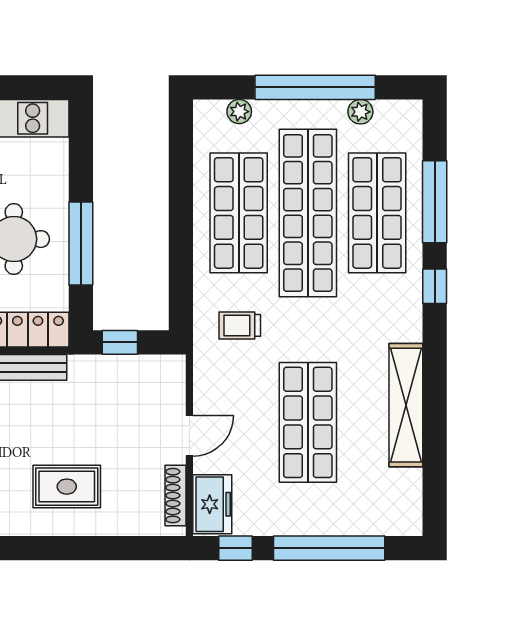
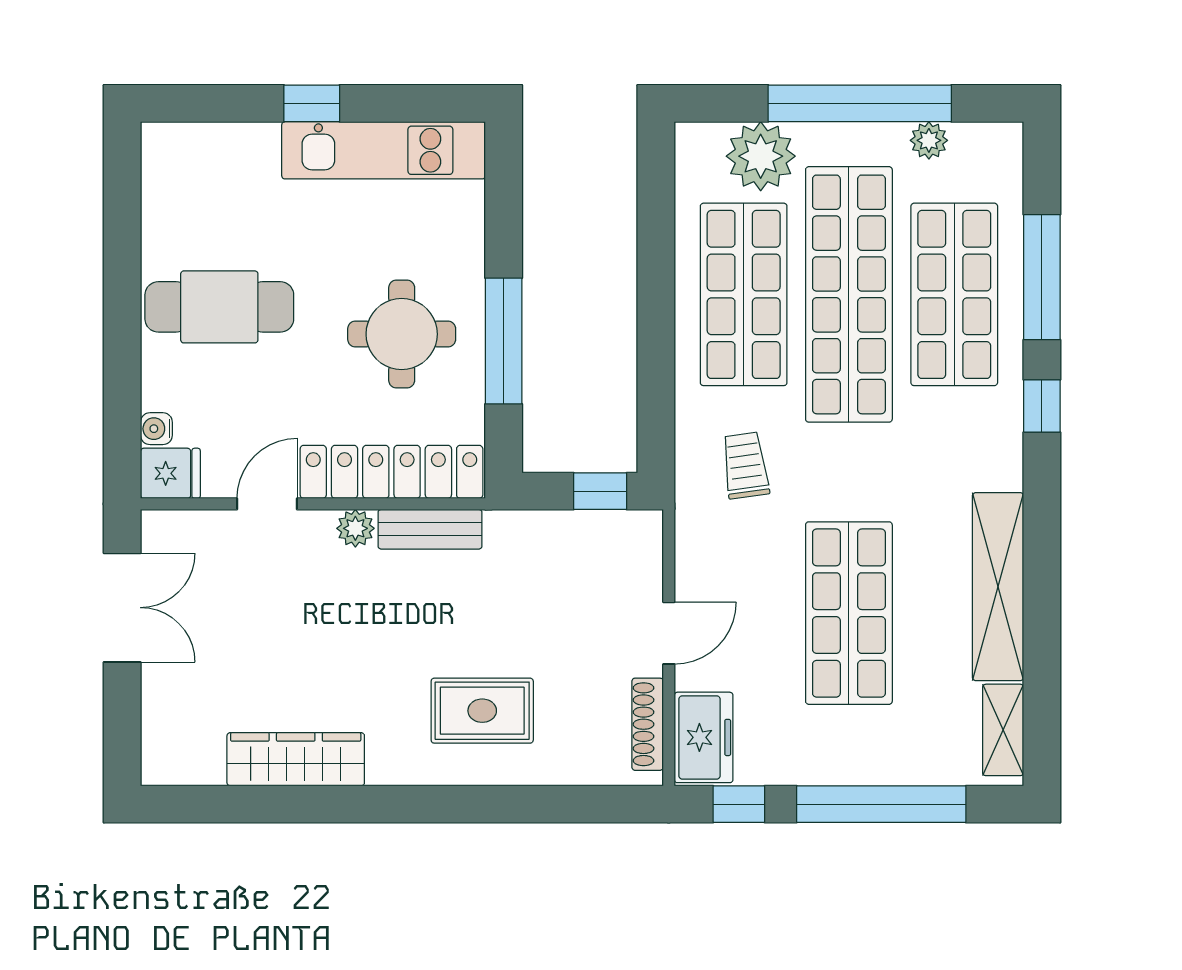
plant: (239, 112) -> (761, 156), width x1.87, depth x1.87
trolley: (240, 325) -> (745, 465), turned 82
window: (120, 342) -> (600, 491), moved
shelving: (409, 499) -> (1003, 730), added

